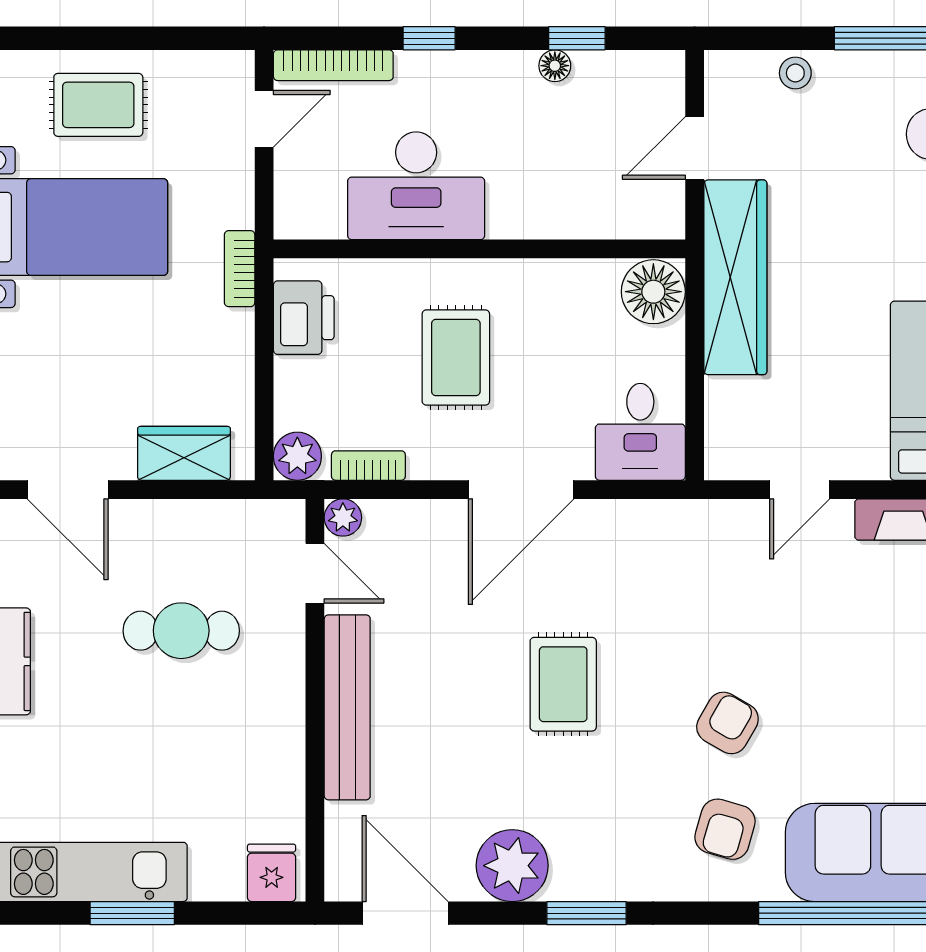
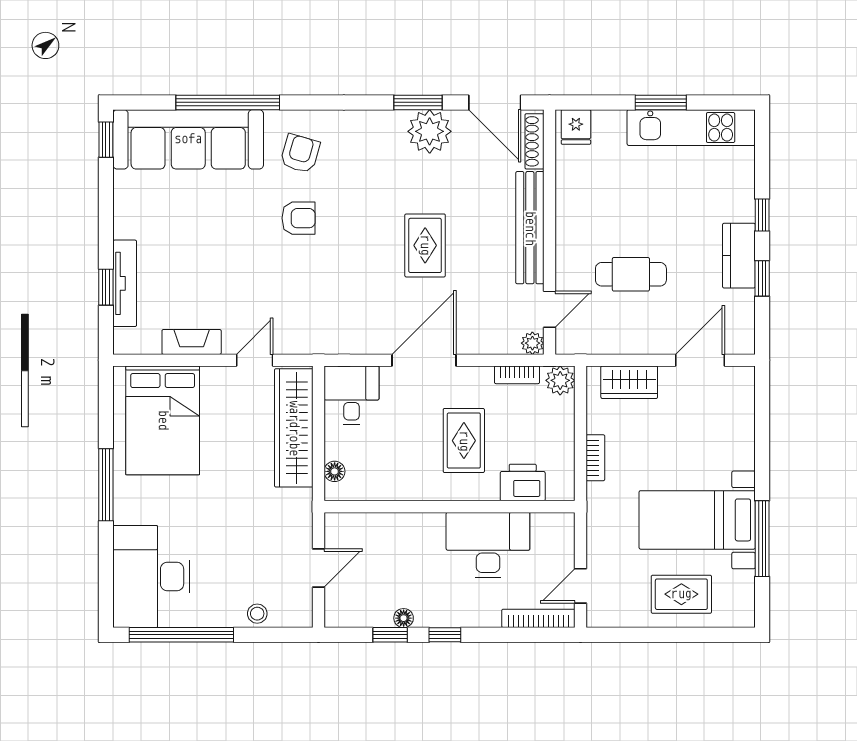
window: (429, 38) -> (445, 635), moved
bookcase: (240, 269) -> (595, 458), moved
wardrobe: (735, 277) -> (294, 428), moved
floor lamp: (653, 292) -> (335, 471), width x0.53, depth x0.53
printer: (304, 318) -> (523, 483), moved, turned 90
door: (68, 490) -> (700, 360), hinge flipped
door: (315, 573) -> (550, 309), swing flipped
rug: (563, 684) -> (425, 245), moved
armchair: (727, 723) -> (299, 218), turned -120
shoe rack: (340, 849) -> (534, 141), added
window: (587, 913) -> (418, 102), moved

